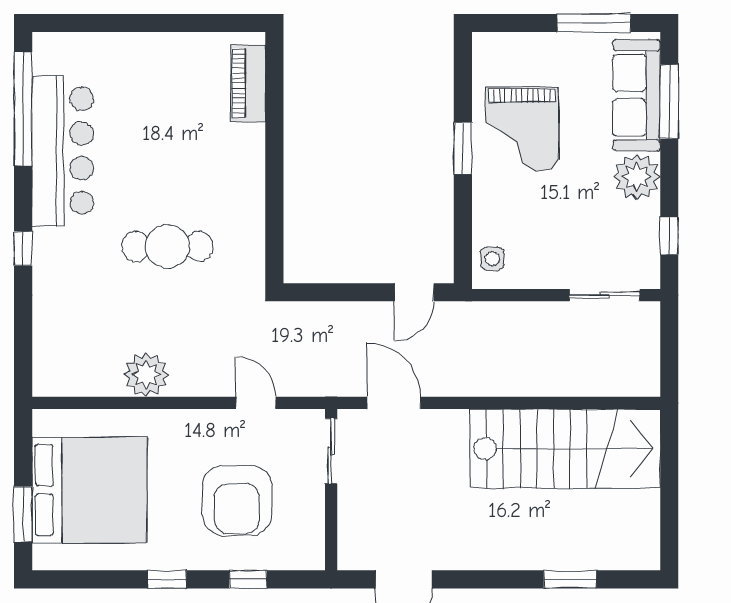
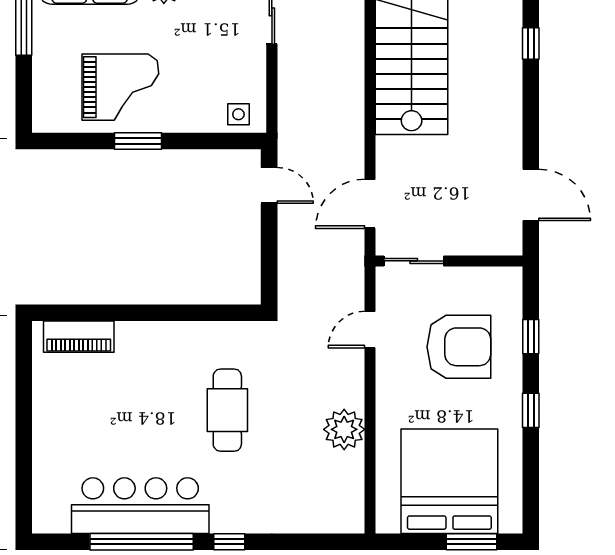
window: (23, 109) -> (142, 542), moved
window: (570, 579) -> (531, 43), width x0.67

